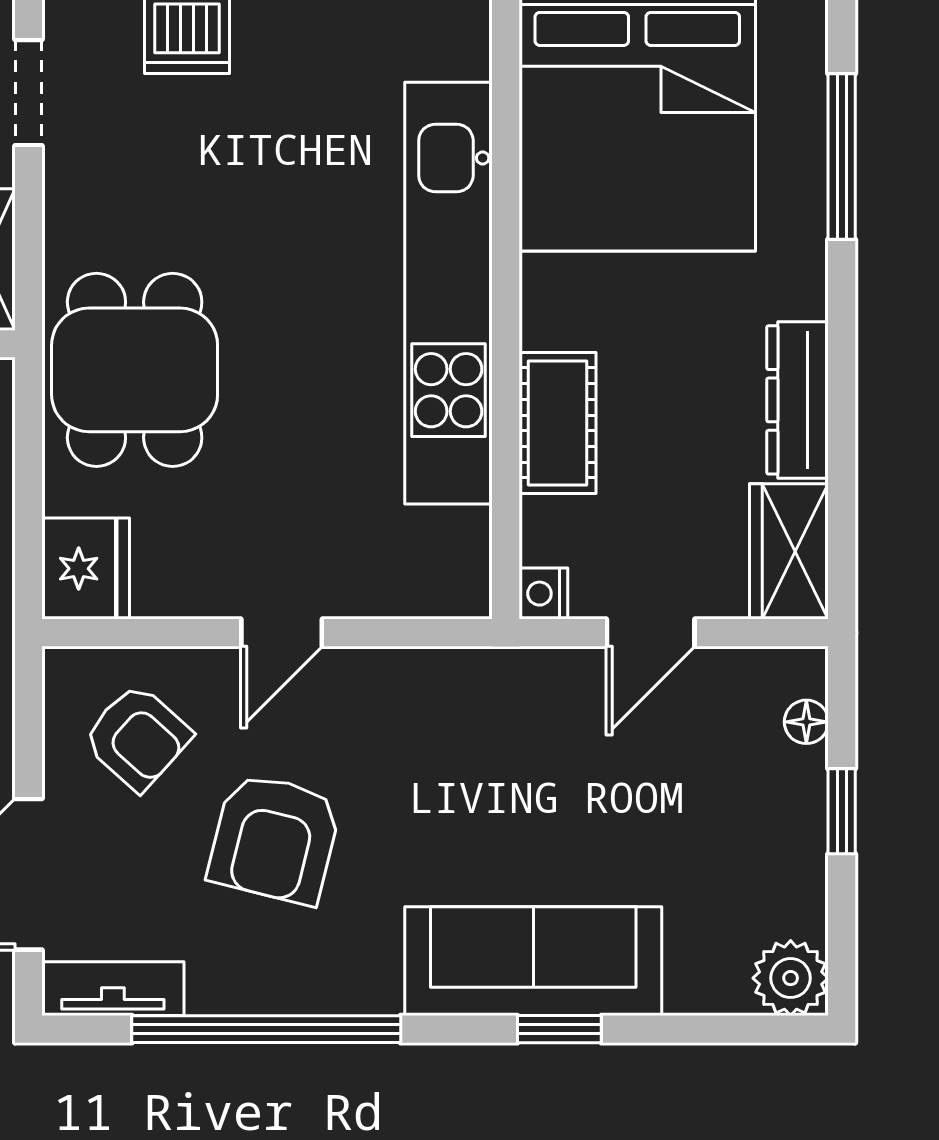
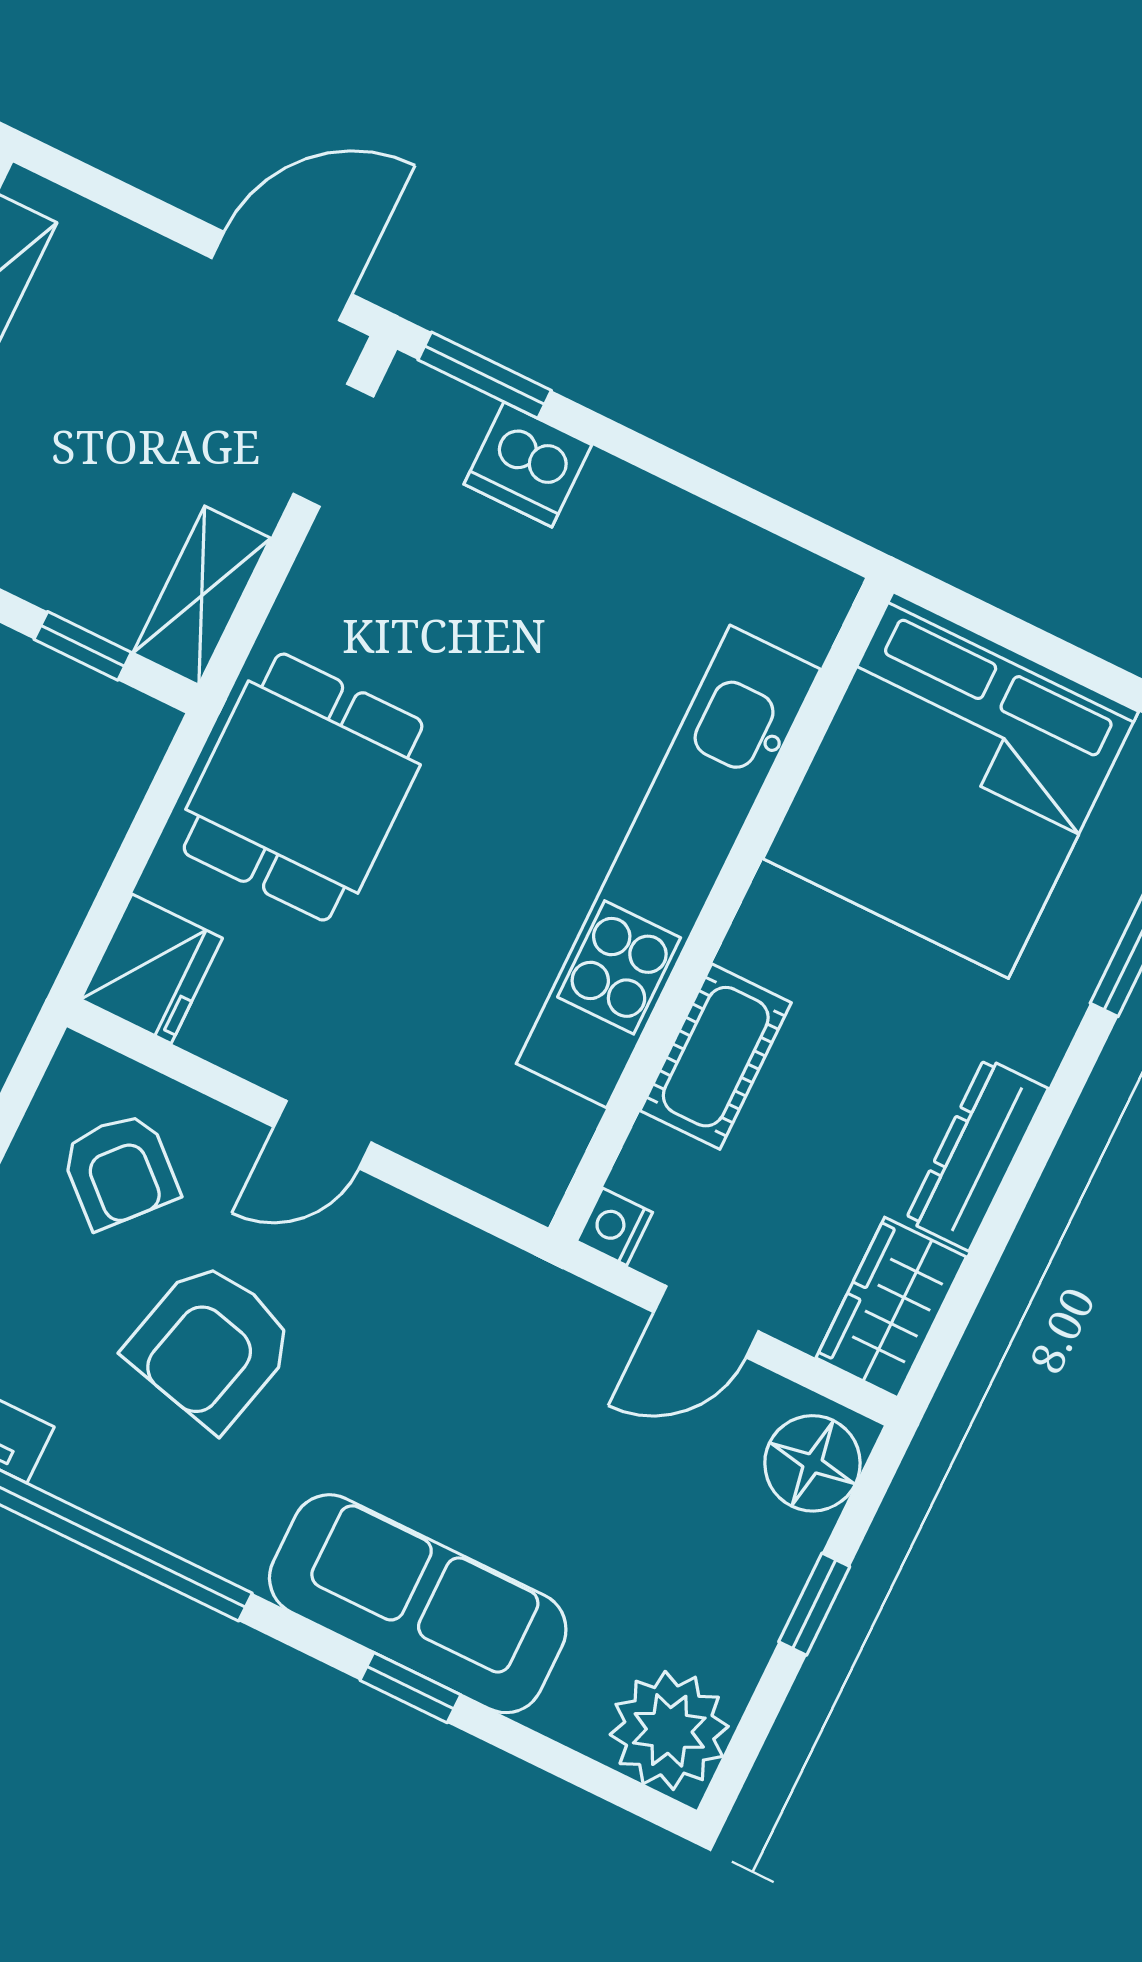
floor lamp: (806, 722) -> (812, 1463), width x1.89, depth x1.89
plant: (791, 978) -> (669, 1730), width x1.36, depth x1.36

